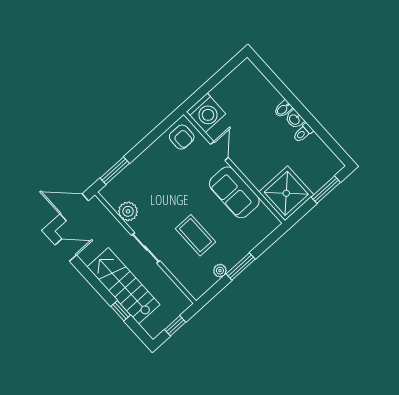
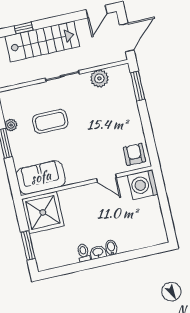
armchair: (182, 137) -> (134, 154), turned 90
sofa: (234, 192) -> (41, 177), moved

